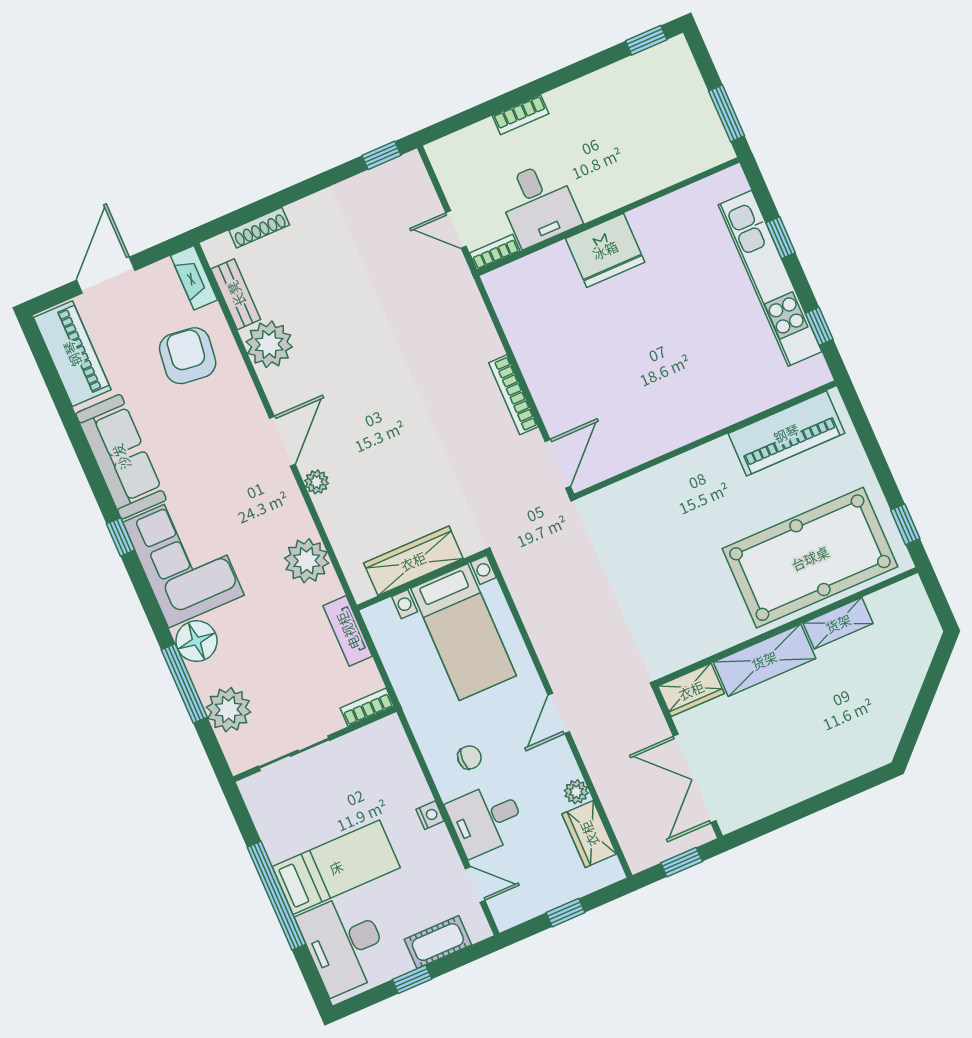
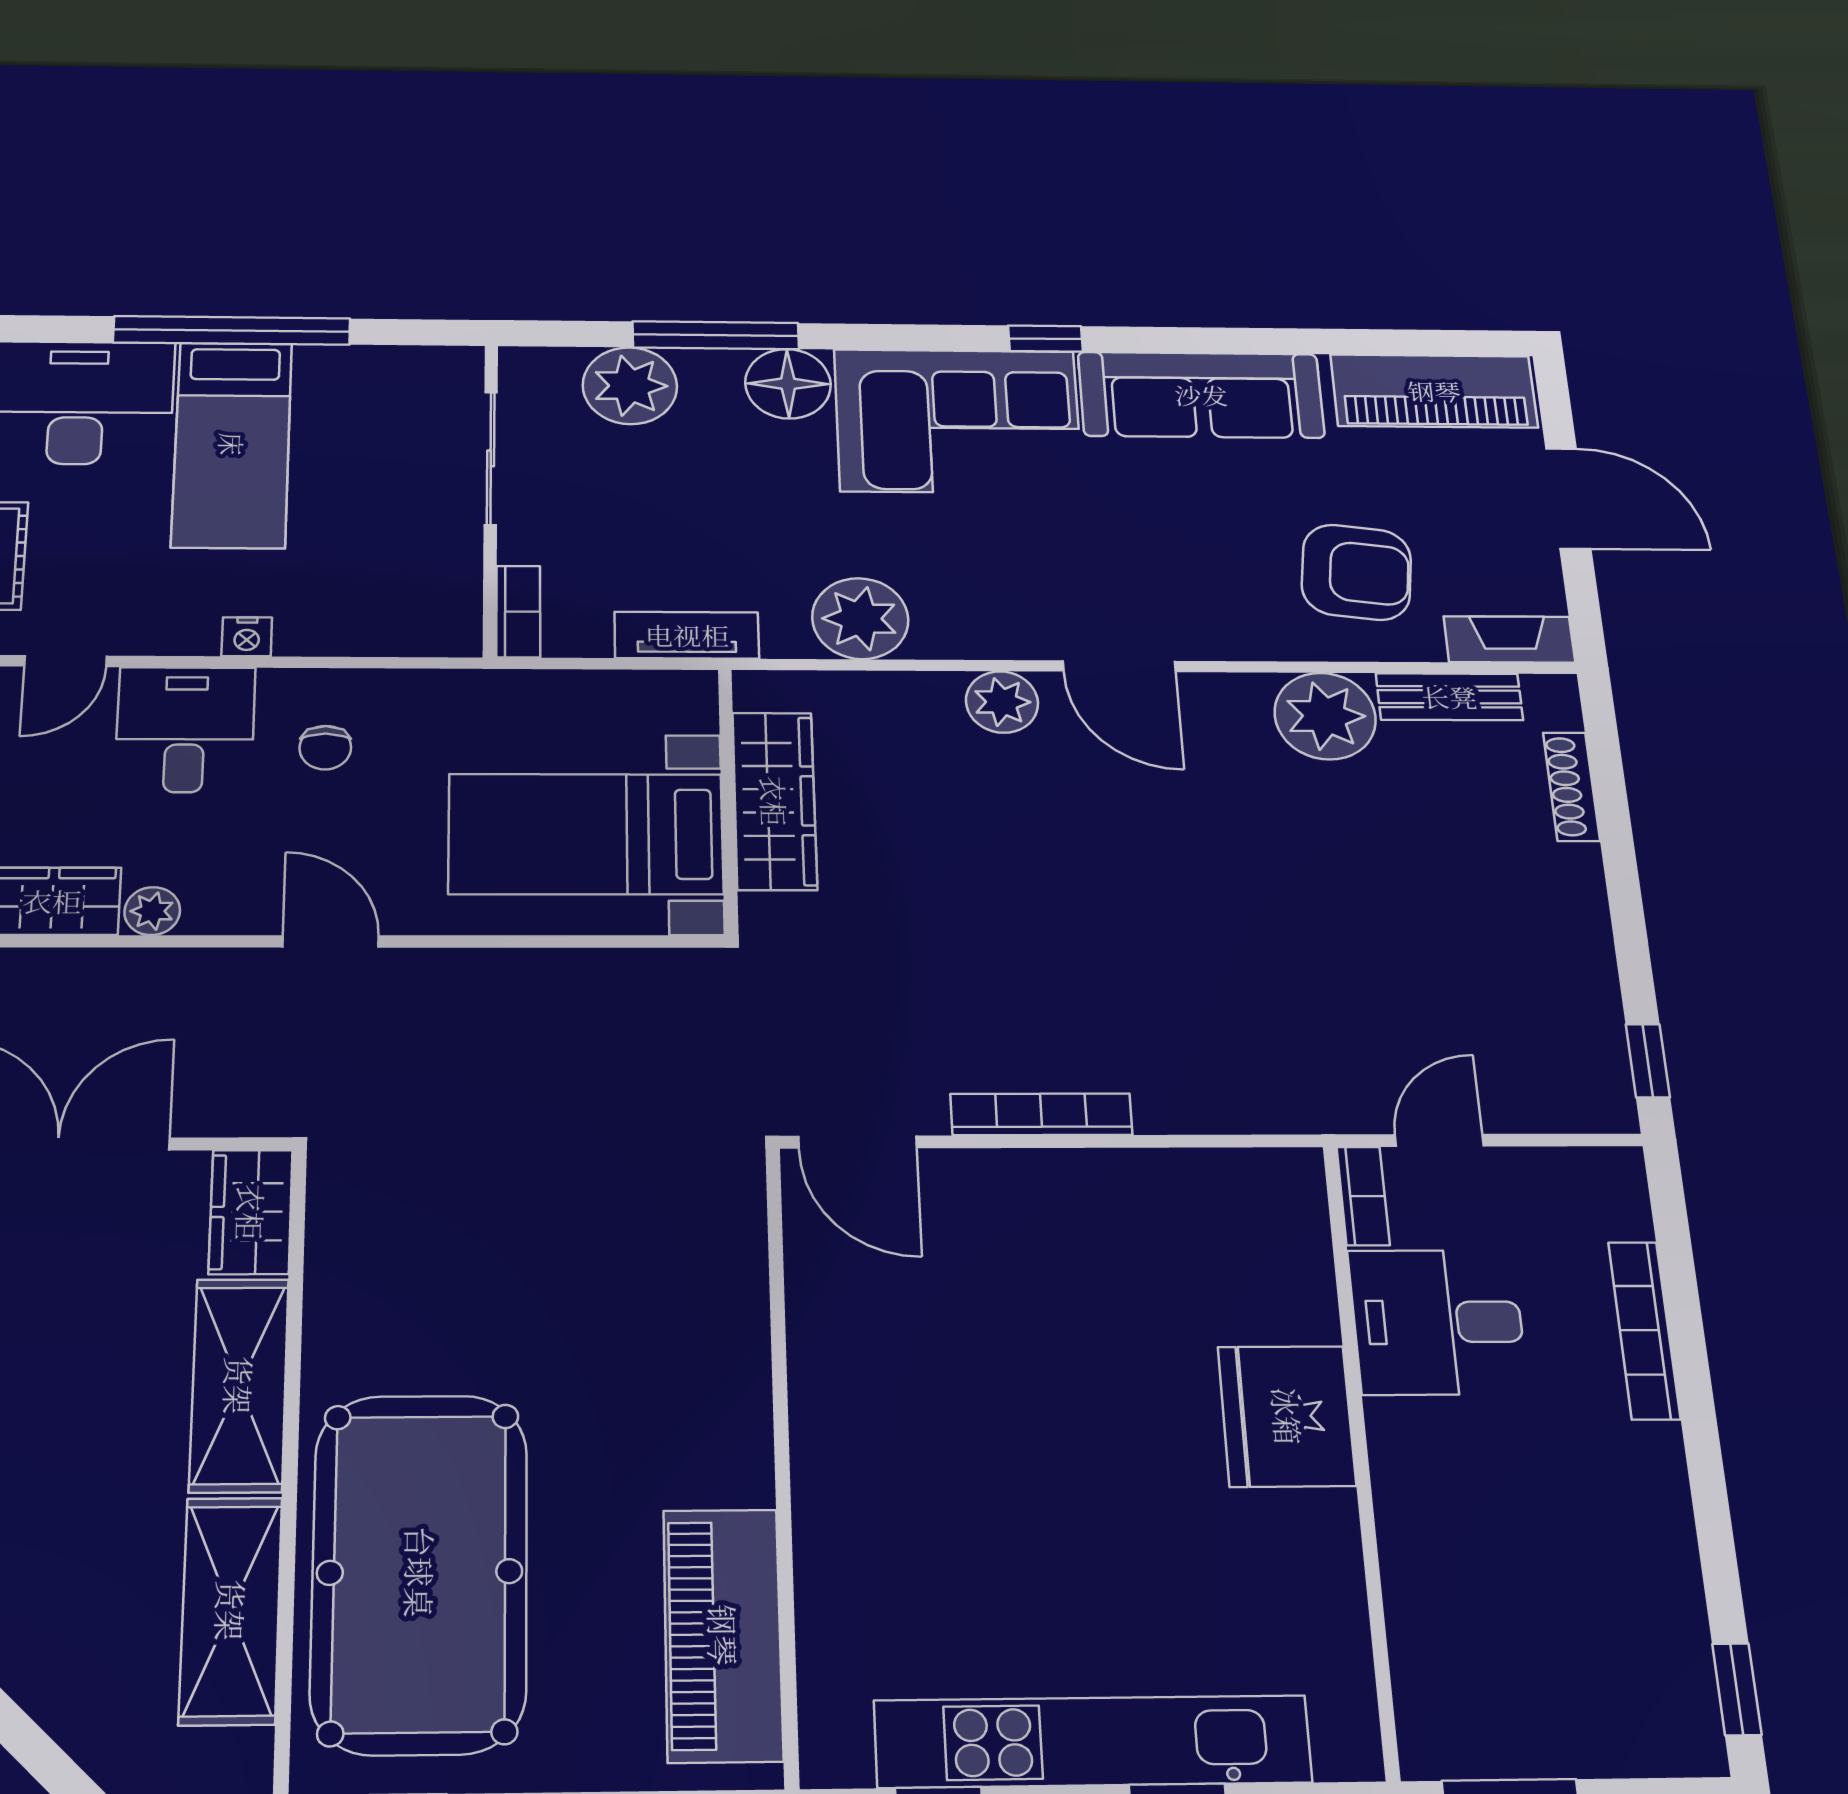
bookcase: (521, 115) -> (1644, 1330), width x1.56
plant: (317, 482) -> (1002, 702), width x1.38, depth x1.38
shelving: (838, 623) -> (231, 1610), width x1.50, depth x1.33

